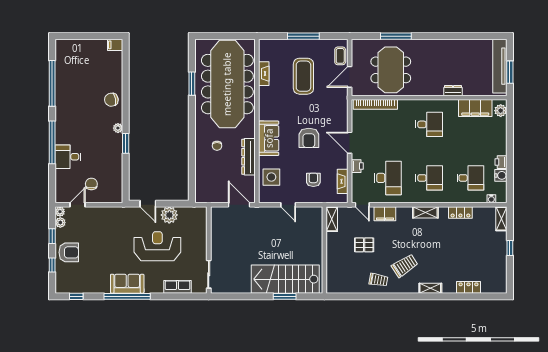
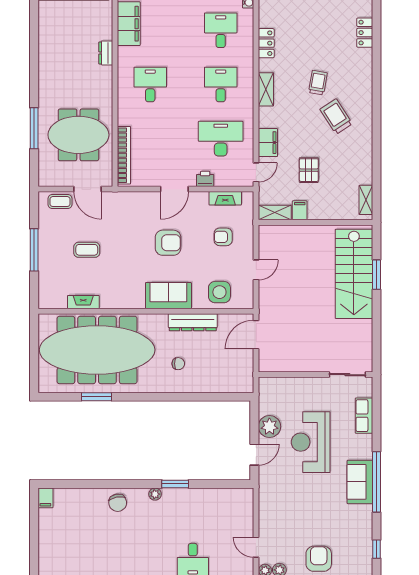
coffee table: (303, 76) -> (87, 250), width x0.54, depth x0.58
chair: (91, 184) -> (229, 529), removed
filing cabinet: (333, 238) -> (300, 210), added
trolley: (378, 280) -> (318, 83), moved
shelving: (430, 288) -> (366, 200), moved

